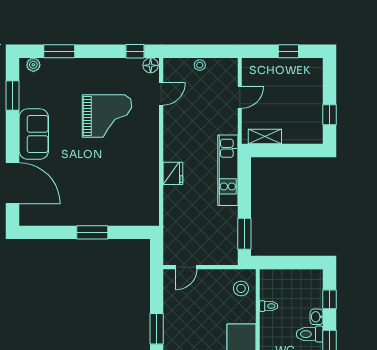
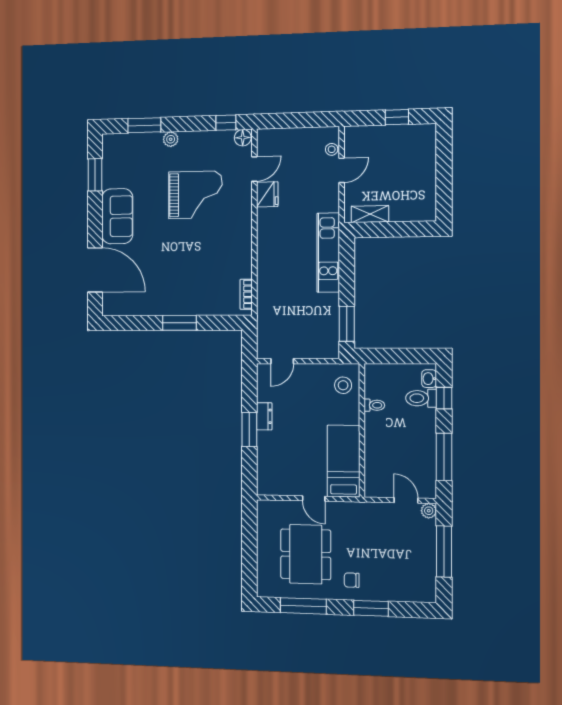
plant: (33, 65) -> (171, 139), moved
stool: (200, 65) -> (332, 149), moved
window: (329, 115) -> (444, 188), removed
fridge: (173, 173) -> (267, 194), moved
bookcase: (154, 207) -> (246, 294), added
dresser: (170, 317) -> (264, 416), added
washbasin: (317, 317) -> (429, 379), moved
toilet: (310, 334) -> (421, 398), moved

